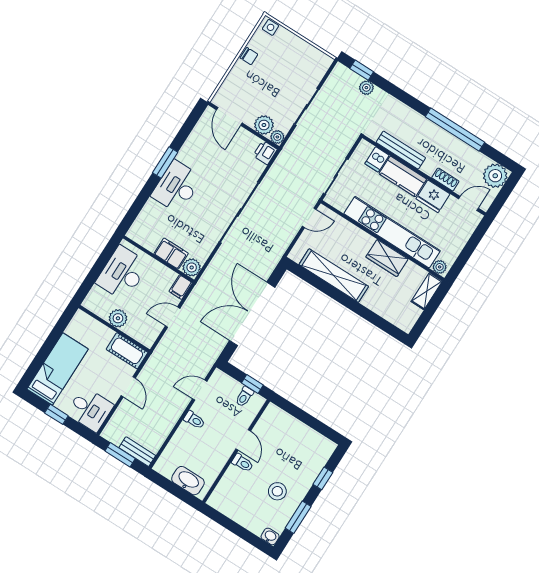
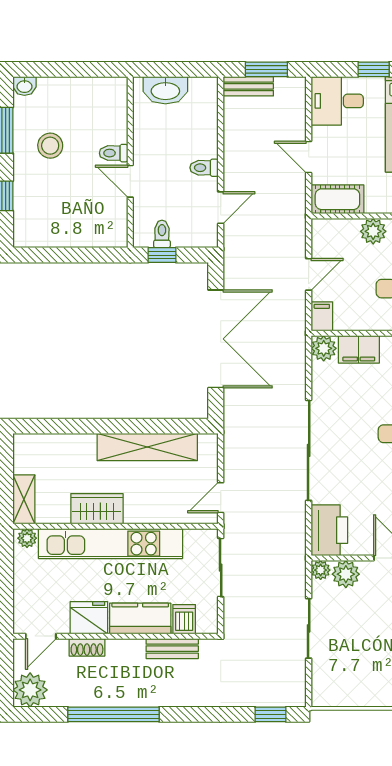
plant: (366, 88) -> (252, 697), removed
bench: (401, 150) -> (172, 649), width x0.73
printer: (265, 153) -> (329, 530), width x1.87, depth x1.48

